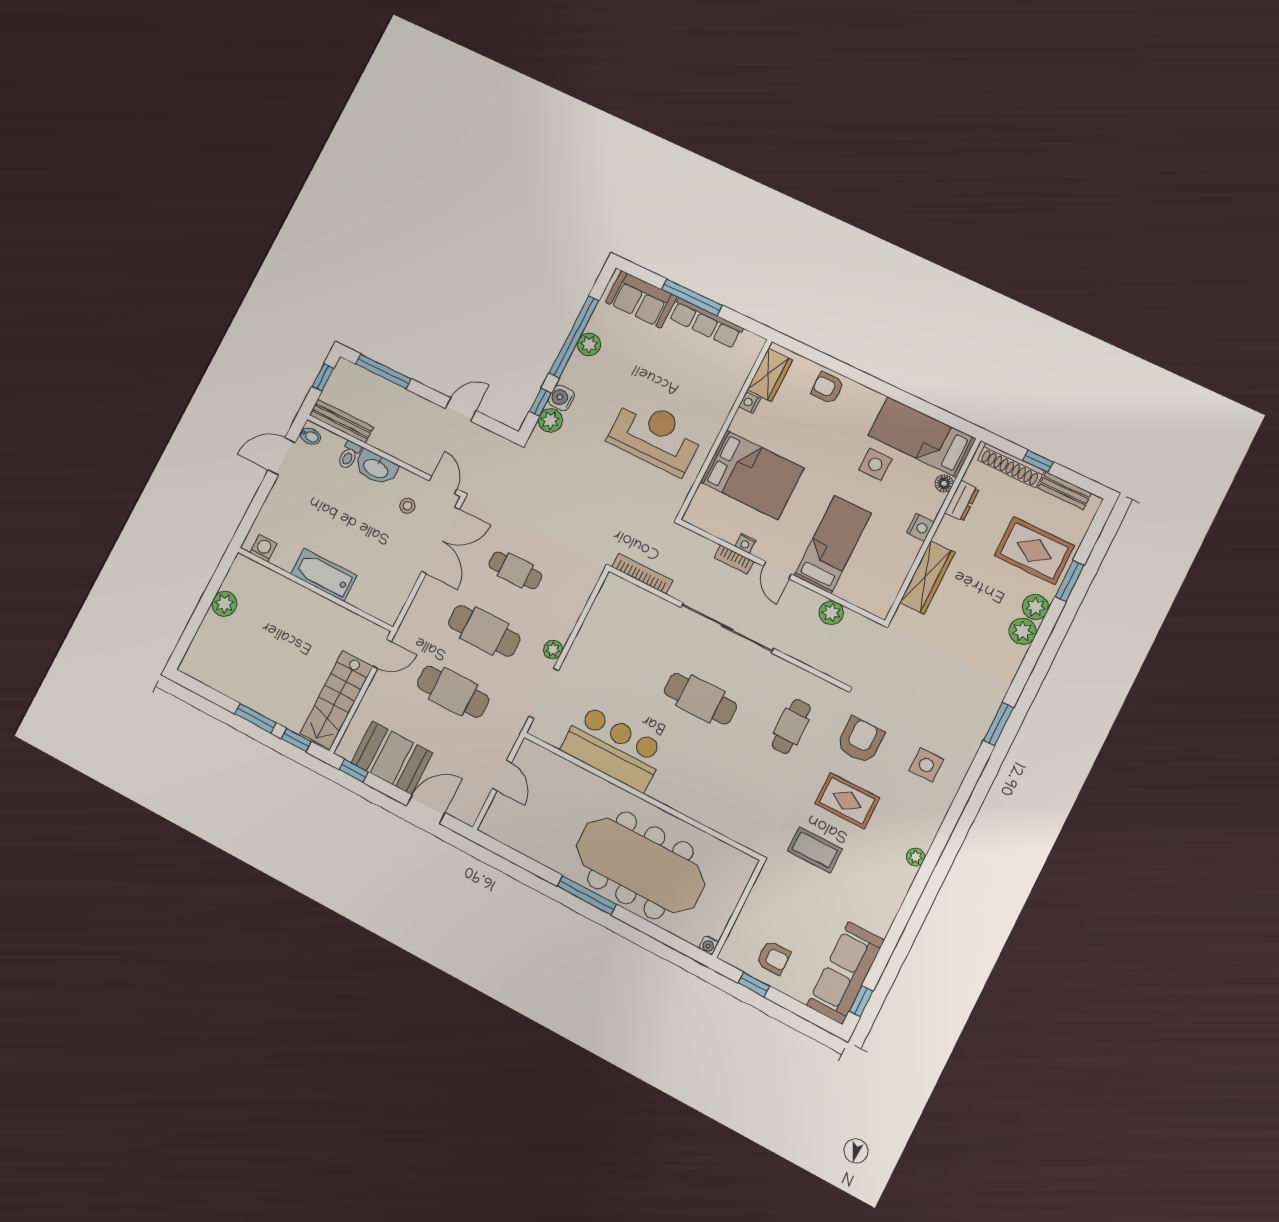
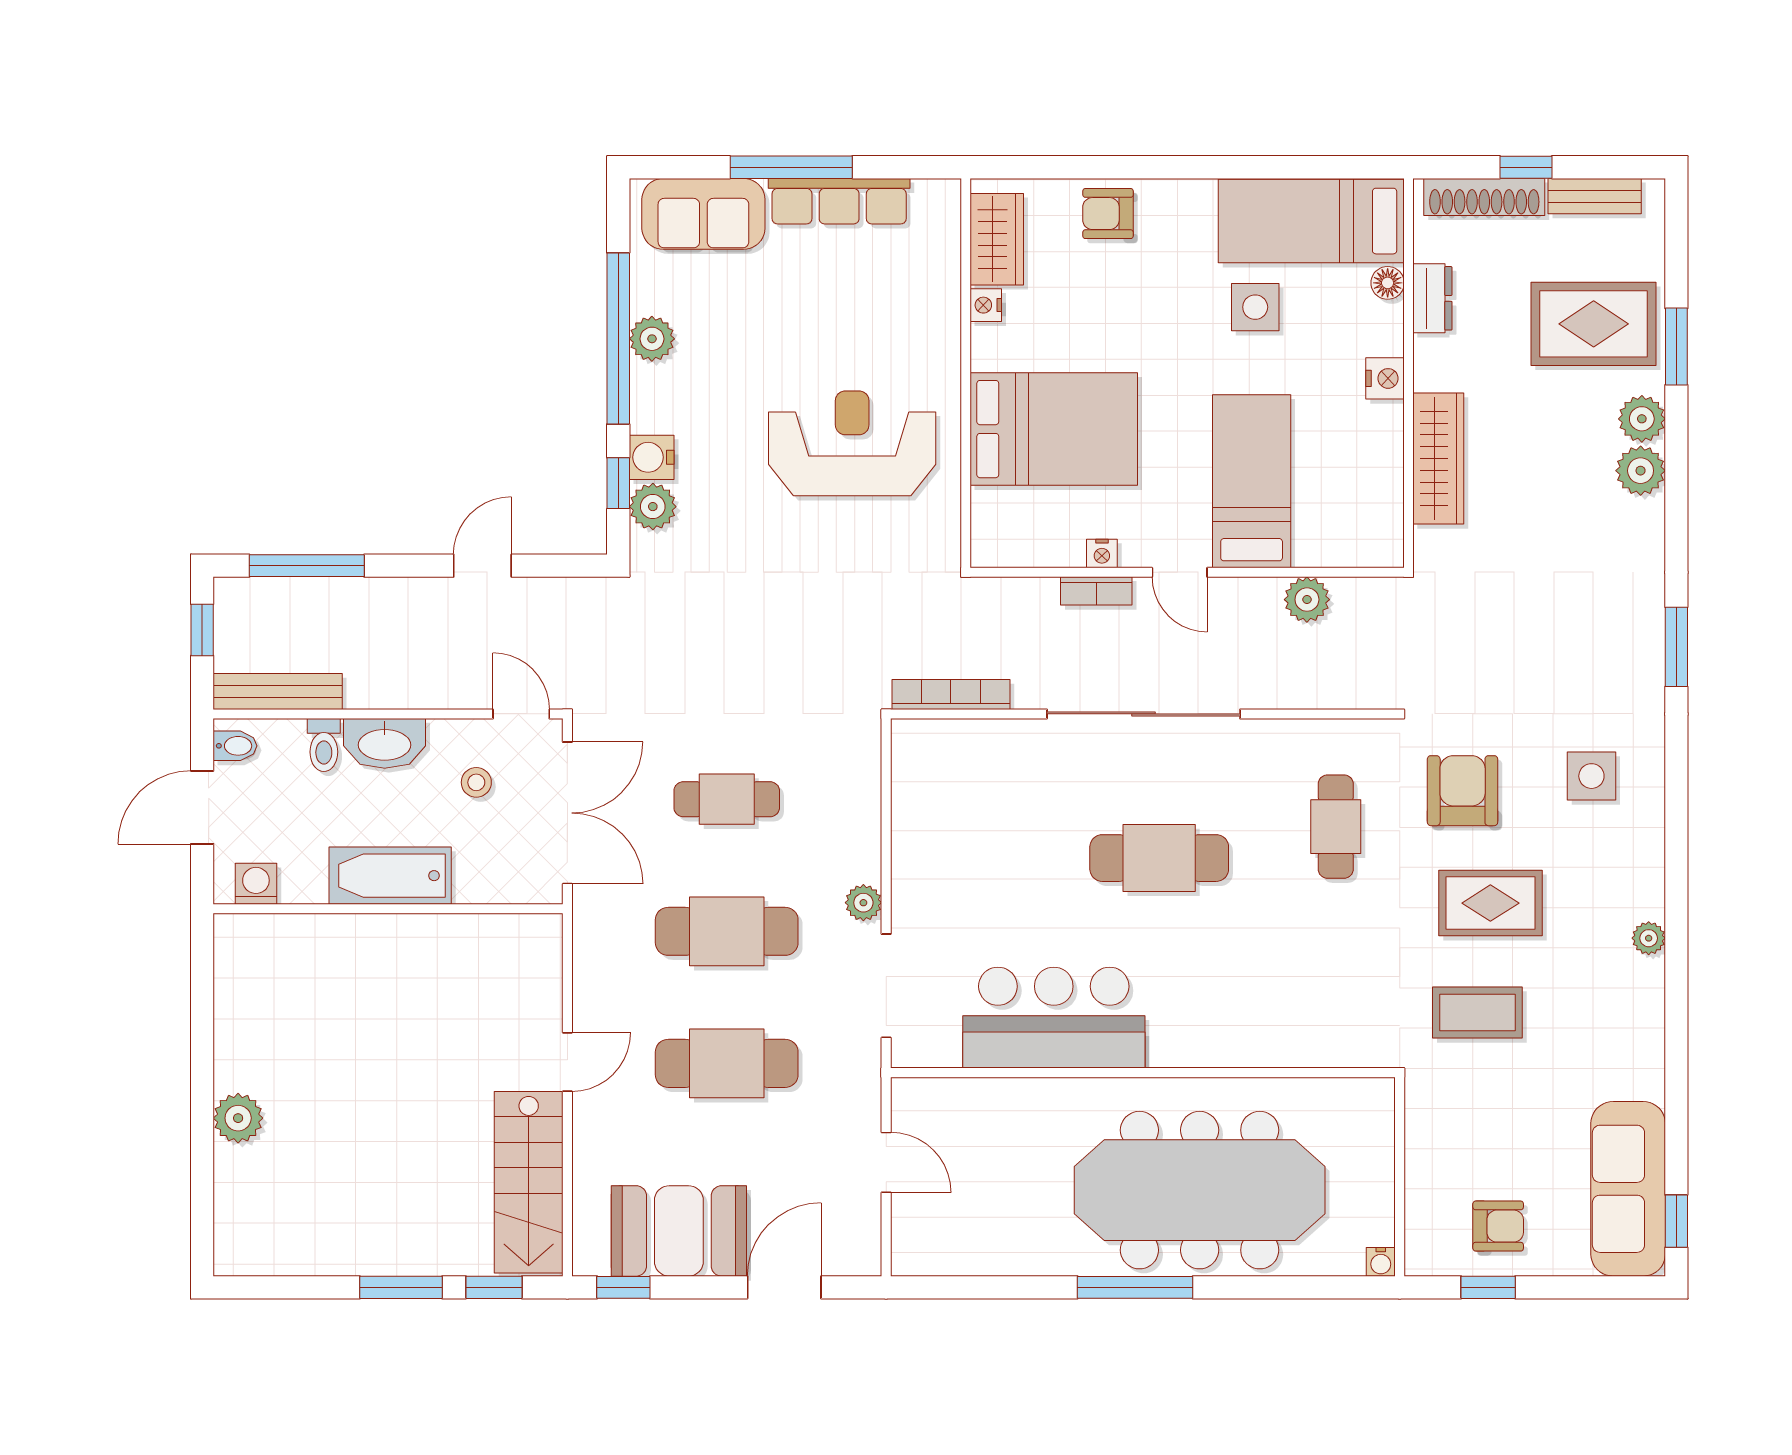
washing machine: (263, 548) -> (256, 884), moved
bathtub: (324, 575) -> (390, 876), moved
wall: (315, 589) -> (388, 909), moved

